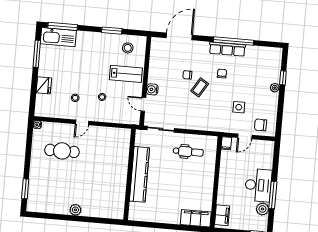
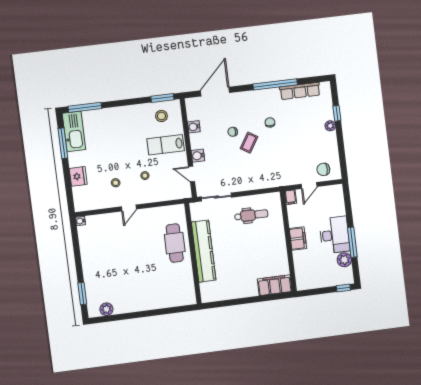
window: (112, 31) -> (162, 98), moved
kitchen sink: (58, 37) -> (74, 131), moved, turned -90
row of seats: (227, 49) -> (300, 91), moved
water cooler: (154, 63) -> (194, 127), added
lab bench: (126, 74) -> (166, 145), turned 180
side table: (239, 107) -> (296, 155), removed
cafe table: (62, 151) -> (175, 243), moved, turned 90
plant: (75, 210) -> (106, 309), moved
filing cabinet: (222, 215) -> (298, 239), moved

